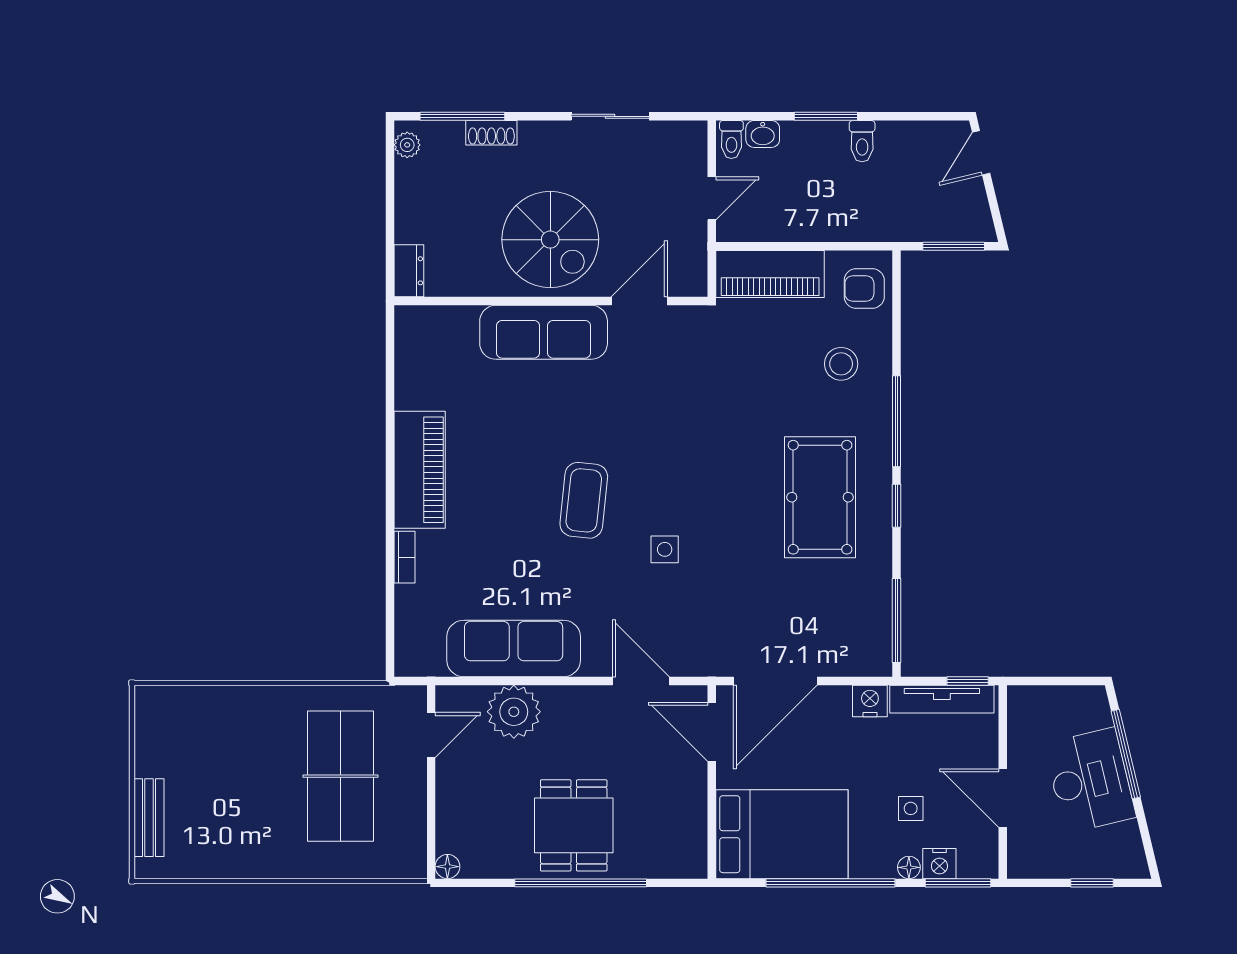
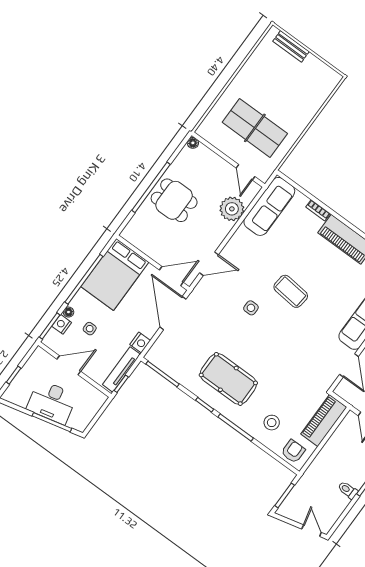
sofa: (514, 648) -> (269, 206), moved

